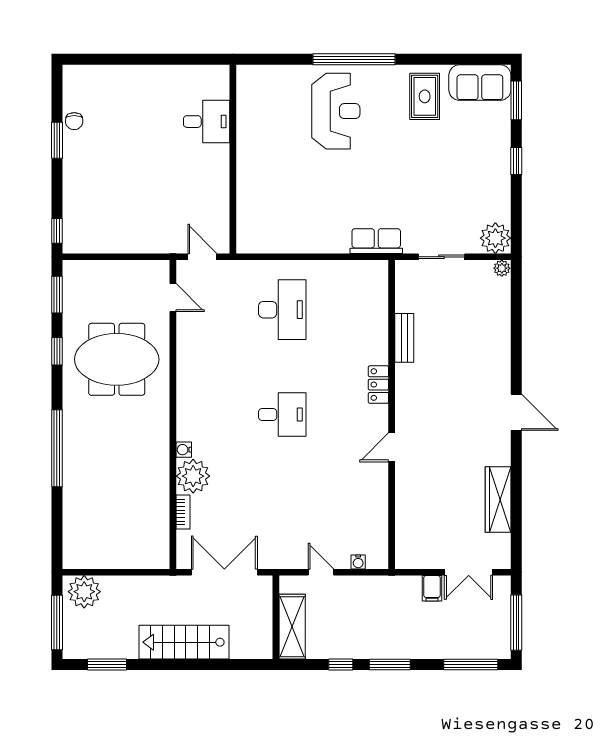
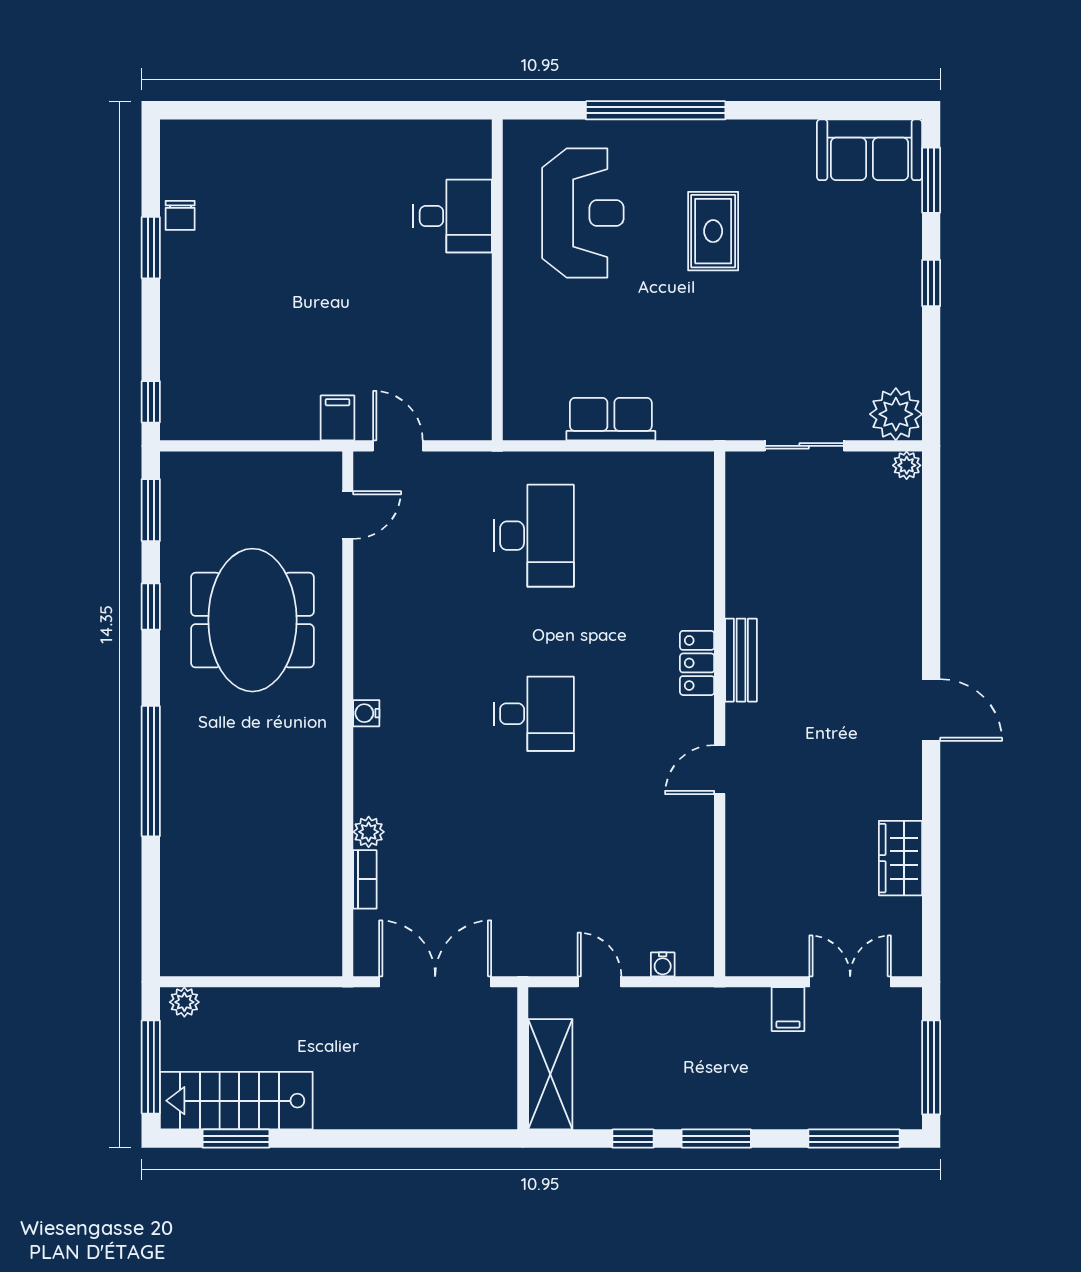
rug: (425, 96) -> (713, 231), moved
reception desk: (336, 111) -> (583, 213), moved
desk: (207, 122) -> (453, 216), moved
wall: (233, 159) -> (497, 280), moved
filing cabinet: (167, 240) -> (338, 418), added
row of seats: (376, 241) -> (611, 419), moved
door: (173, 298) -> (348, 515), hinge flipped
bench: (404, 338) -> (741, 660), moved
meeting table: (117, 359) -> (252, 620), turned 90
water cooler: (184, 450) -> (366, 713), moved
plant: (193, 476) -> (369, 832), width x0.53, depth x0.53
wardrobe: (498, 499) -> (900, 858), width x0.67
double door: (469, 572) -> (850, 982), swing flipped
plant: (84, 592) -> (184, 1002), width x0.53, depth x0.53
stairs: (184, 642) -> (236, 1101), moved

